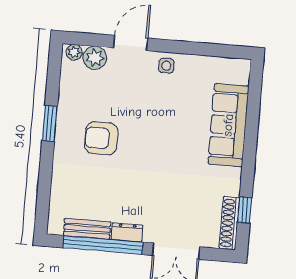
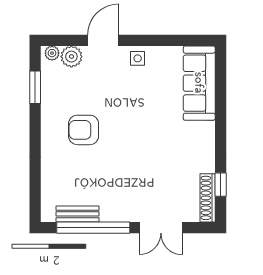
window: (50, 123) -> (35, 87), moved
sofa: (228, 125) -> (199, 83), moved
dresser: (127, 232) -> (114, 214), removed

